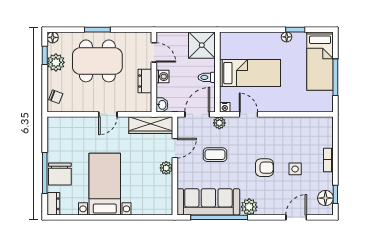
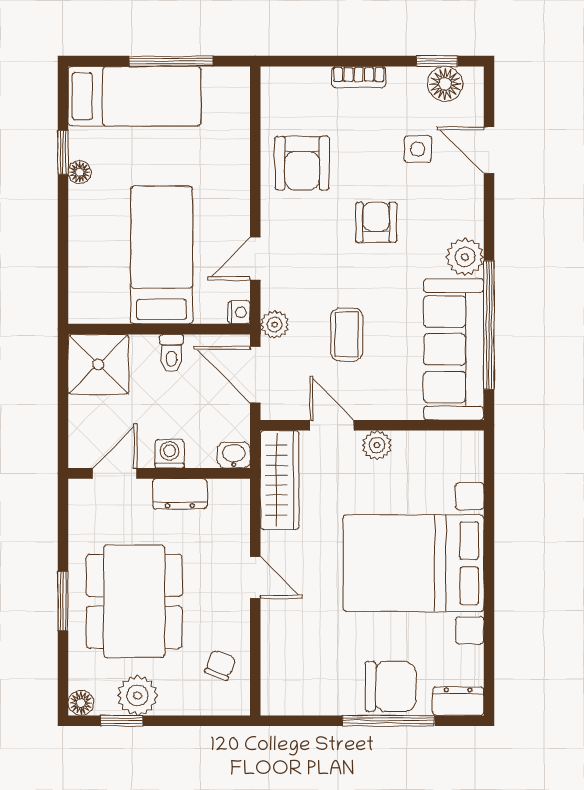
chair: (56, 97) -> (220, 665), moved
armchair: (291, 135) -> (302, 163), added
side table: (295, 169) -> (418, 149), moved
bed with nightstands: (105, 184) -> (413, 563), width x1.36

